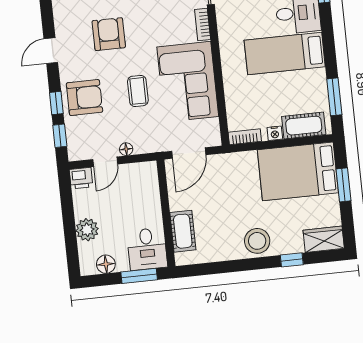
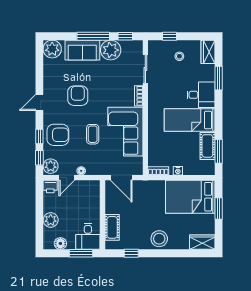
cot: (304, 126) -> (207, 146), moved, turned 90
plant: (78, 147) -> (51, 166), added
door: (189, 153) -> (121, 178), hinge flipped
window: (292, 260) -> (131, 253), moved

